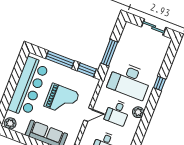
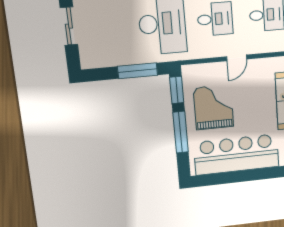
grand piano: (62, 100) -> (214, 107), moved
door: (88, 115) -> (237, 58), swing flipped

